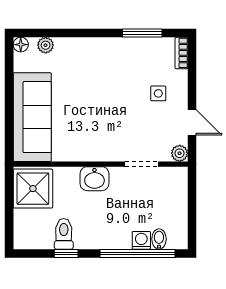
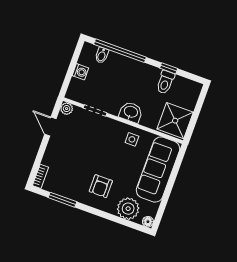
plant: (46, 45) -> (128, 209), width x1.88, depth x1.88
armchair: (99, 69) -> (101, 186), added
side table: (158, 93) -> (132, 139), moved
washing machine: (141, 240) -> (80, 72), moved, turned -90

